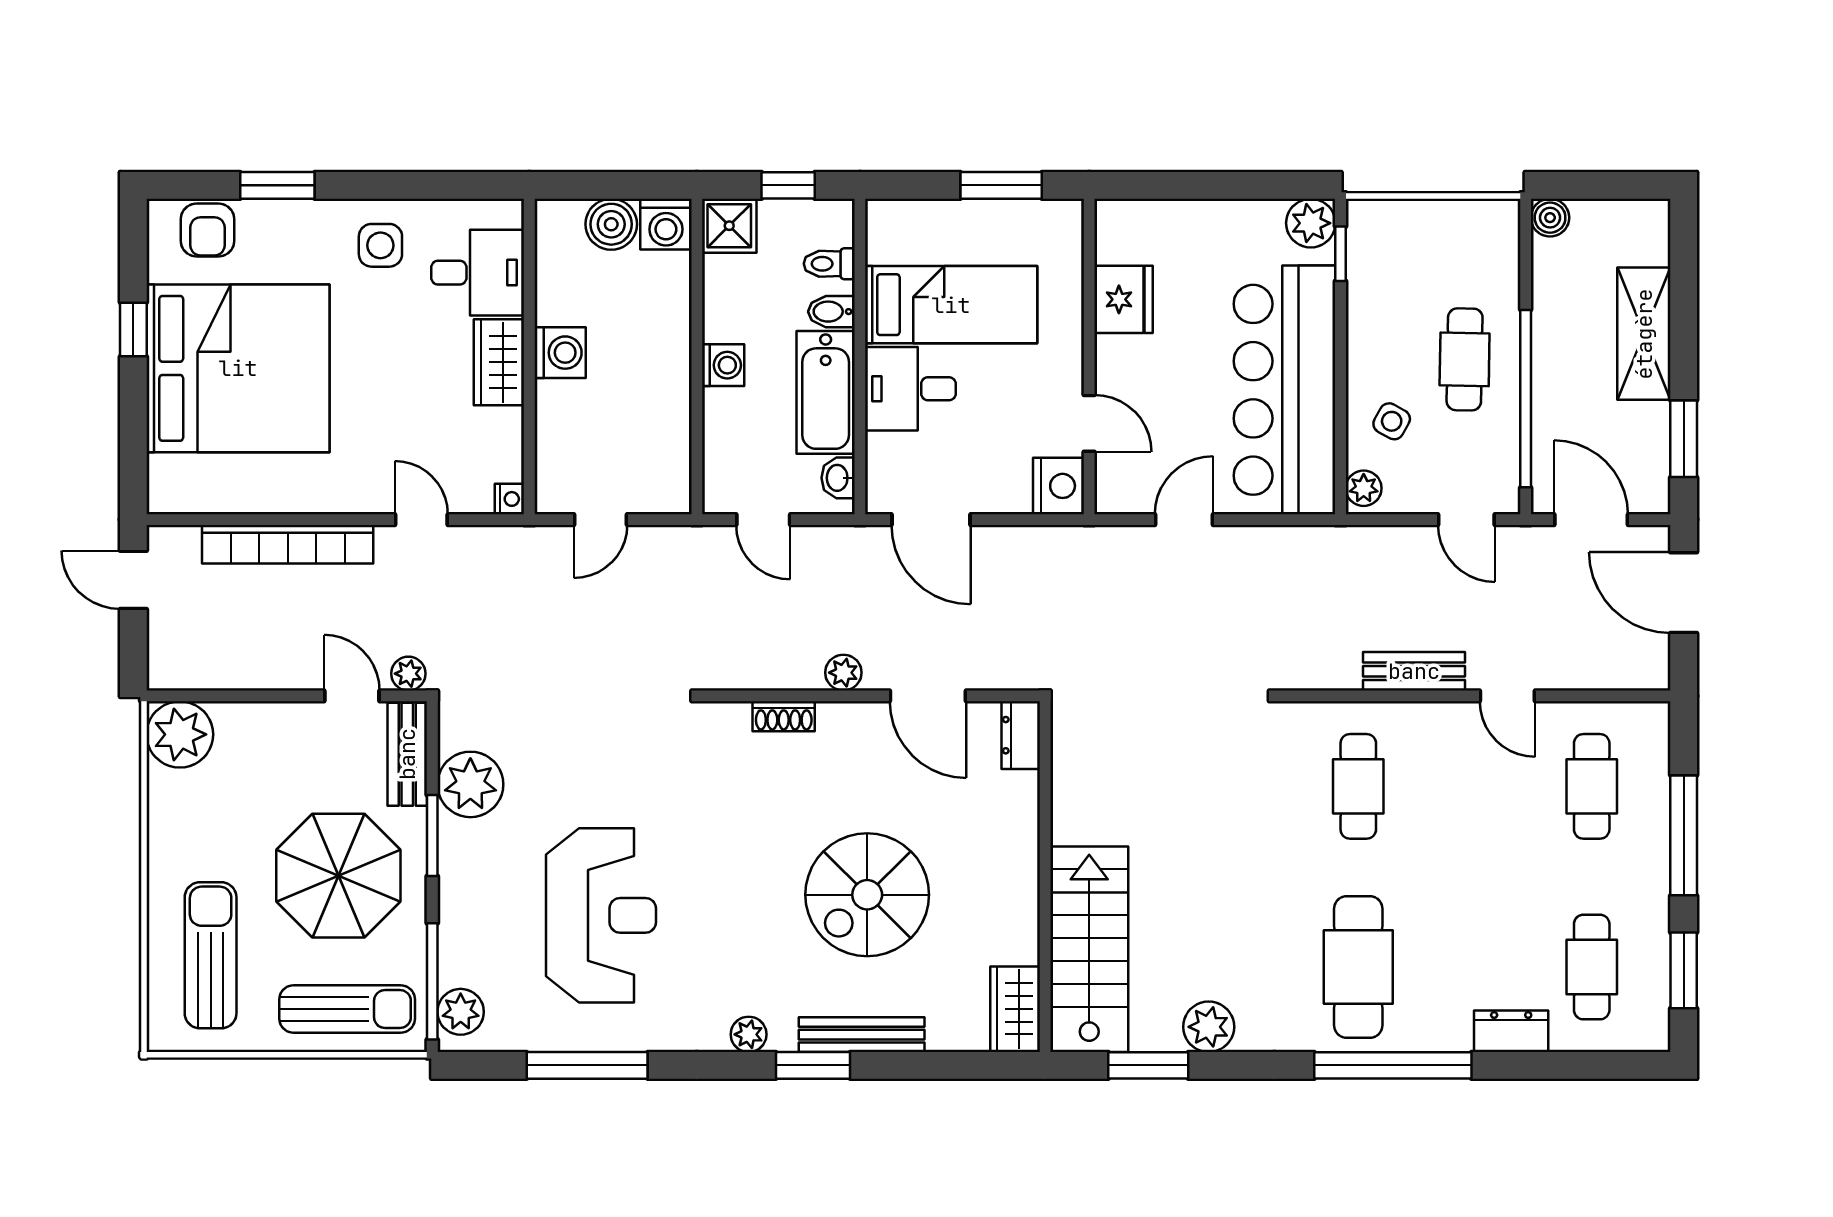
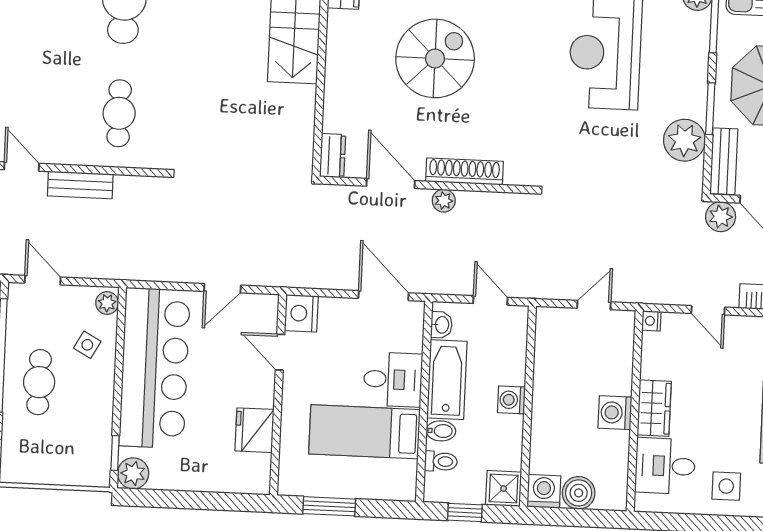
plant: (408, 674) -> (721, 217), width x1.38, depth x1.38
shoe rack: (784, 716) -> (464, 171), width x1.94, depth x1.24

